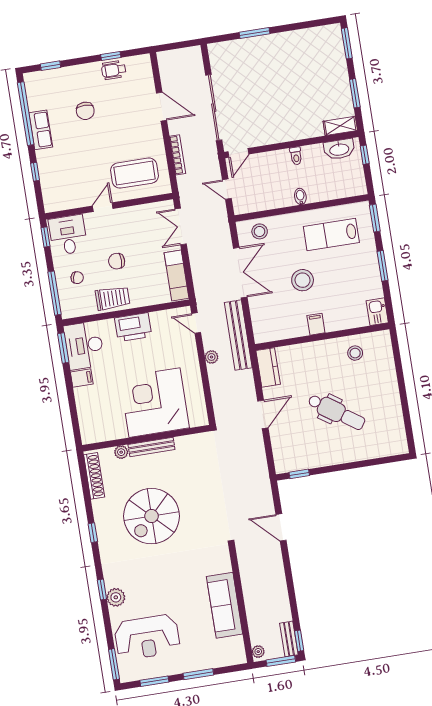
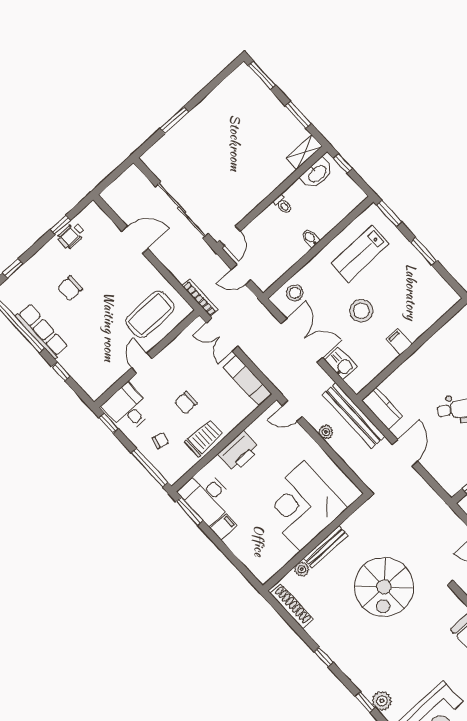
chair: (85, 111) -> (70, 288), turned 90
row of seats: (41, 130) -> (42, 331), width x1.48
bookcase: (178, 155) -> (200, 298), moved
kitchen sink: (377, 312) -> (341, 363), moved, turned 180
bench: (238, 335) -> (354, 416), moved
stool: (355, 353) -> (451, 345), removed
spiral stairs: (152, 516) -> (384, 587), moved

